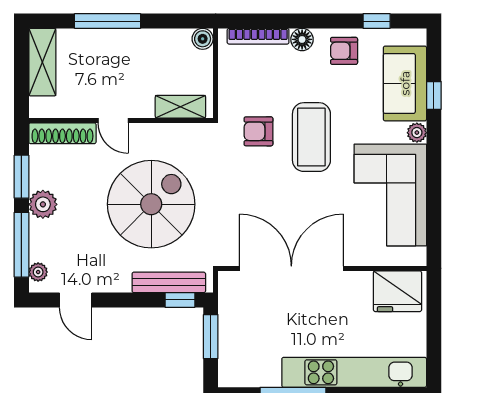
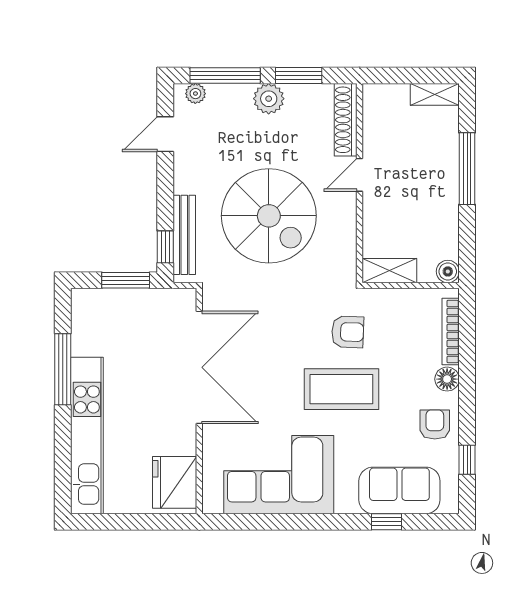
shelving: (42, 62) -> (435, 94), width x0.67, depth x0.75
shelving: (180, 107) -> (389, 271), moved, turned 90
armchair: (258, 131) -> (348, 332), turned 92
plant: (417, 133) -> (346, 503), removed

